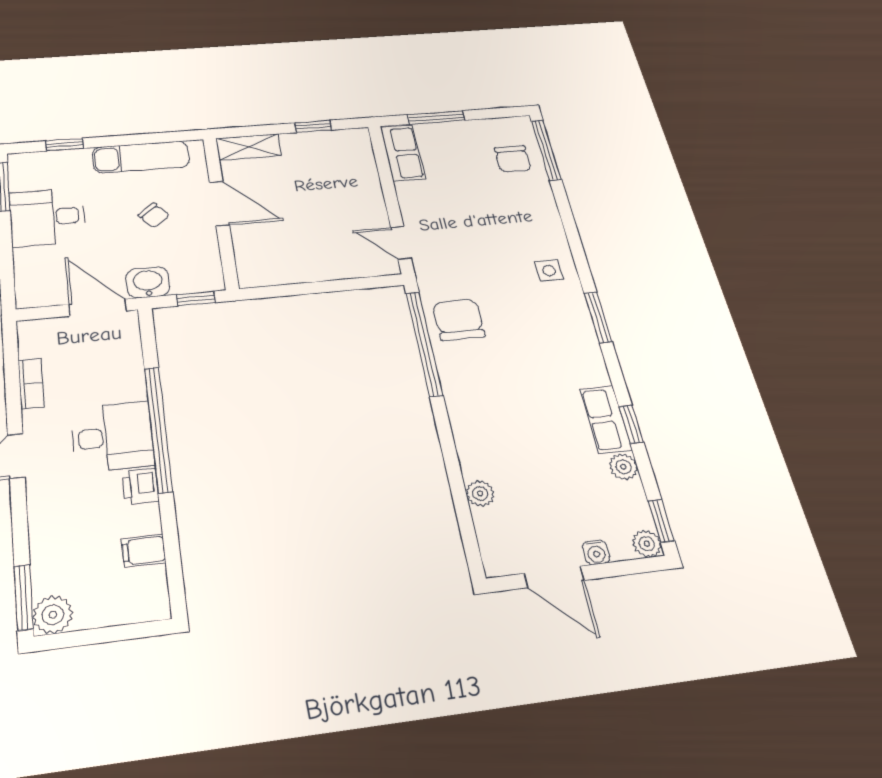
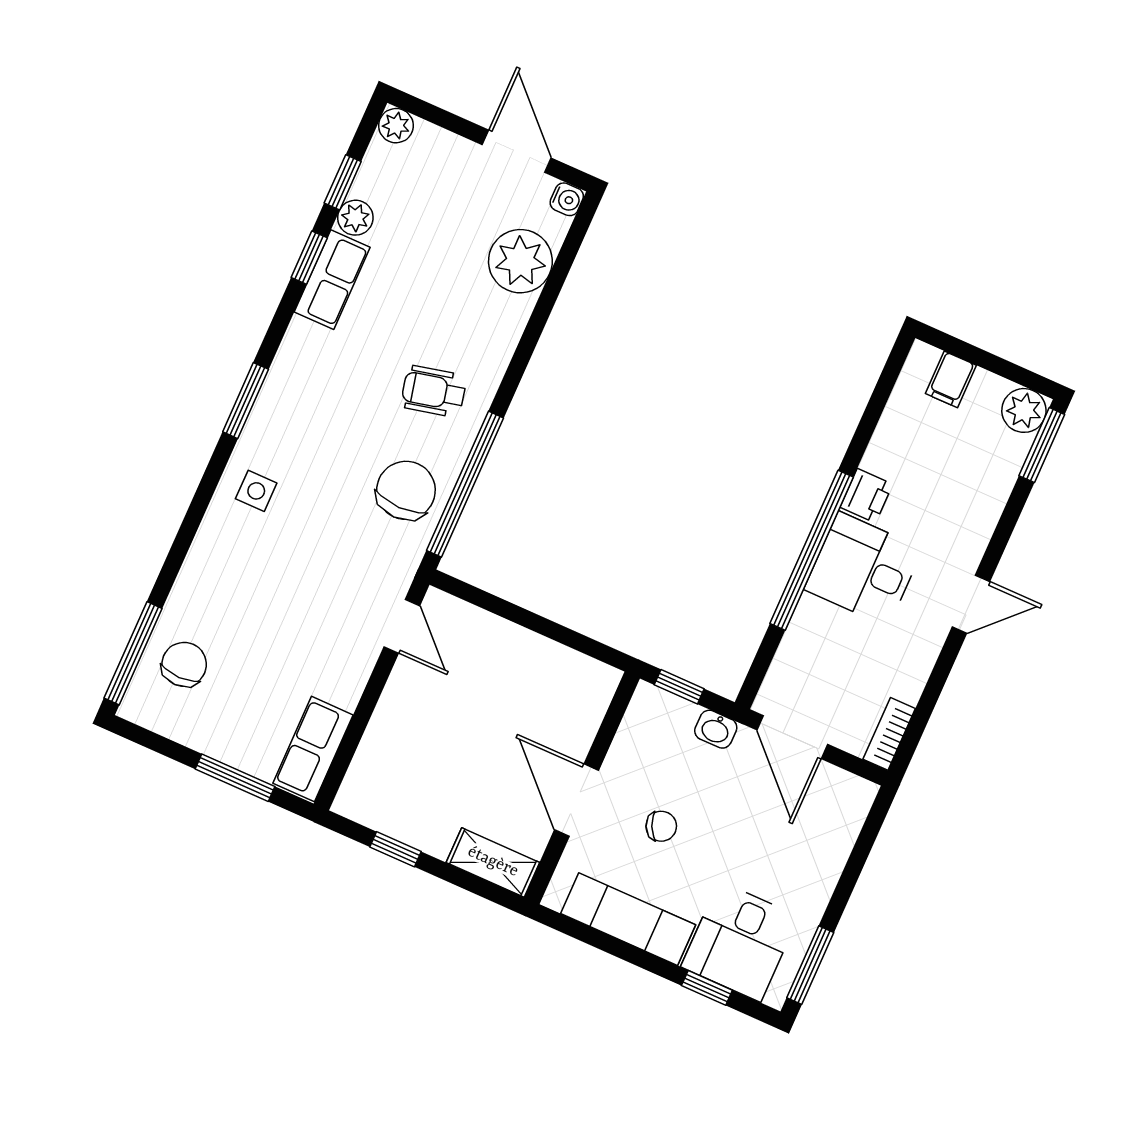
chair: (154, 215) -> (661, 826), turned 104
desk: (48, 217) -> (740, 942), moved, turned 90
washbasin: (148, 282) -> (716, 729), width x0.72, depth x0.69
chair: (459, 320) -> (406, 490), turned 180
bookcase: (31, 383) -> (889, 734), moved
wheelchair: (487, 388) -> (434, 391), added
plant: (480, 493) -> (520, 261), width x1.88, depth x1.88
window: (661, 521) -> (343, 182), moved
filing cabinet: (144, 551) -> (951, 379), moved, turned 90
water cooler: (596, 552) -> (567, 199), moved, turned 90

